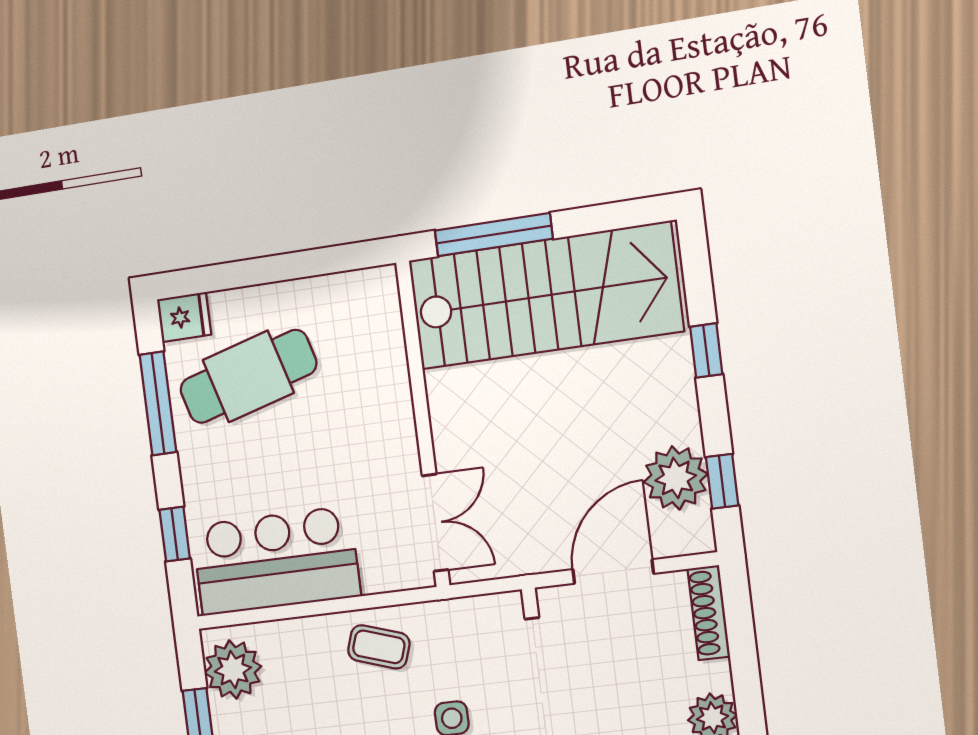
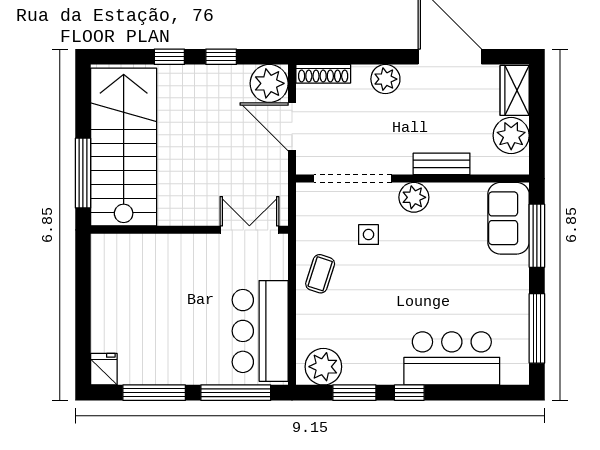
cafe table: (248, 376) -> (146, 334), removed
plant: (676, 478) -> (269, 83), moved
window: (722, 481) -> (221, 57), moved
window: (175, 534) -> (236, 393), width x2.17

